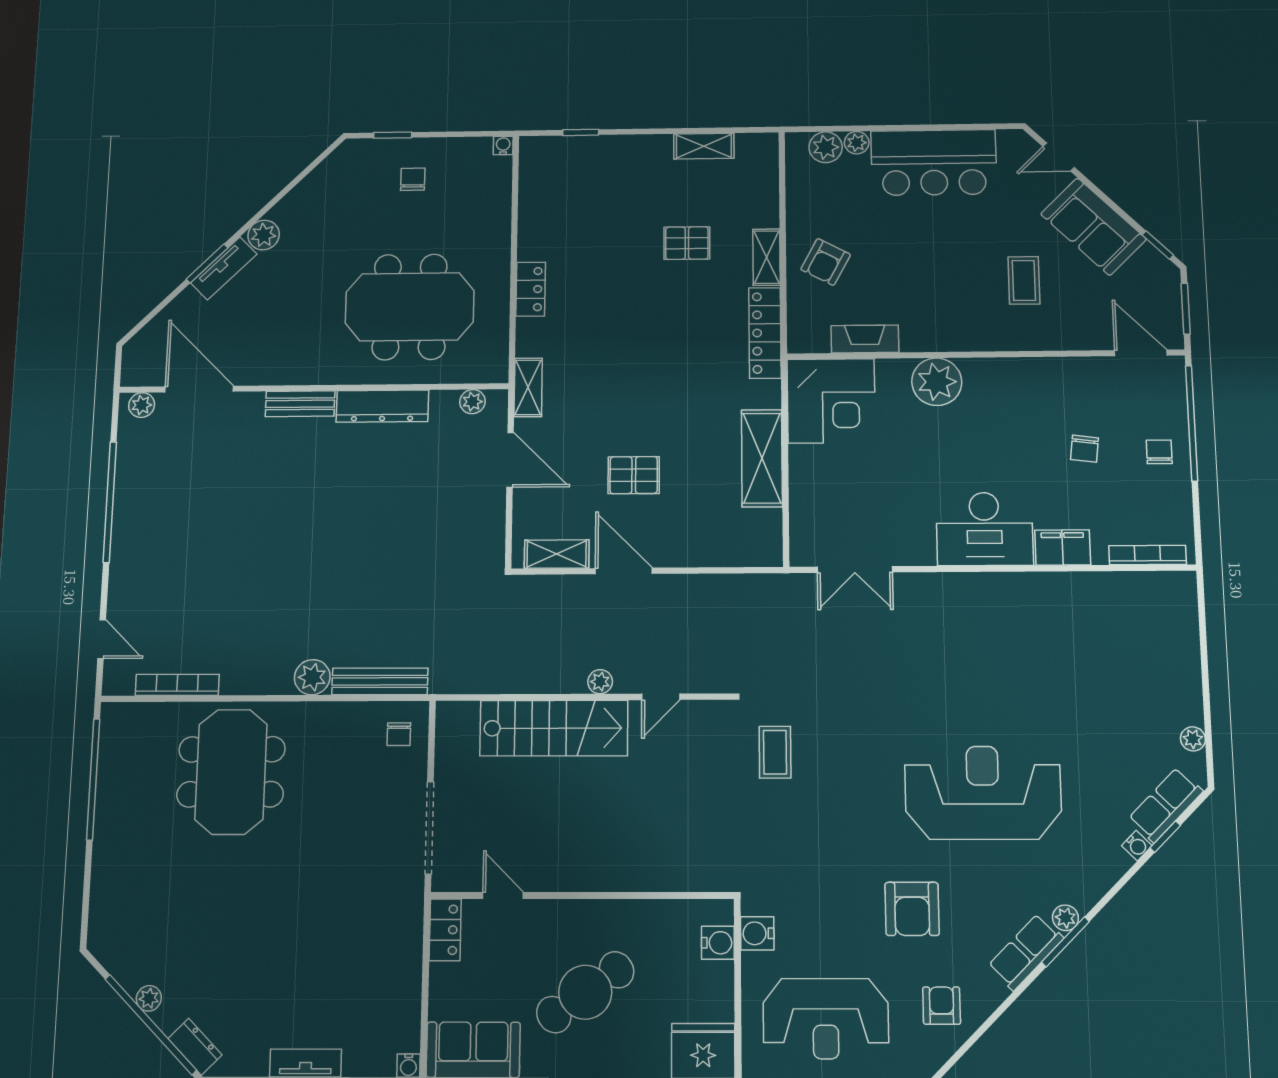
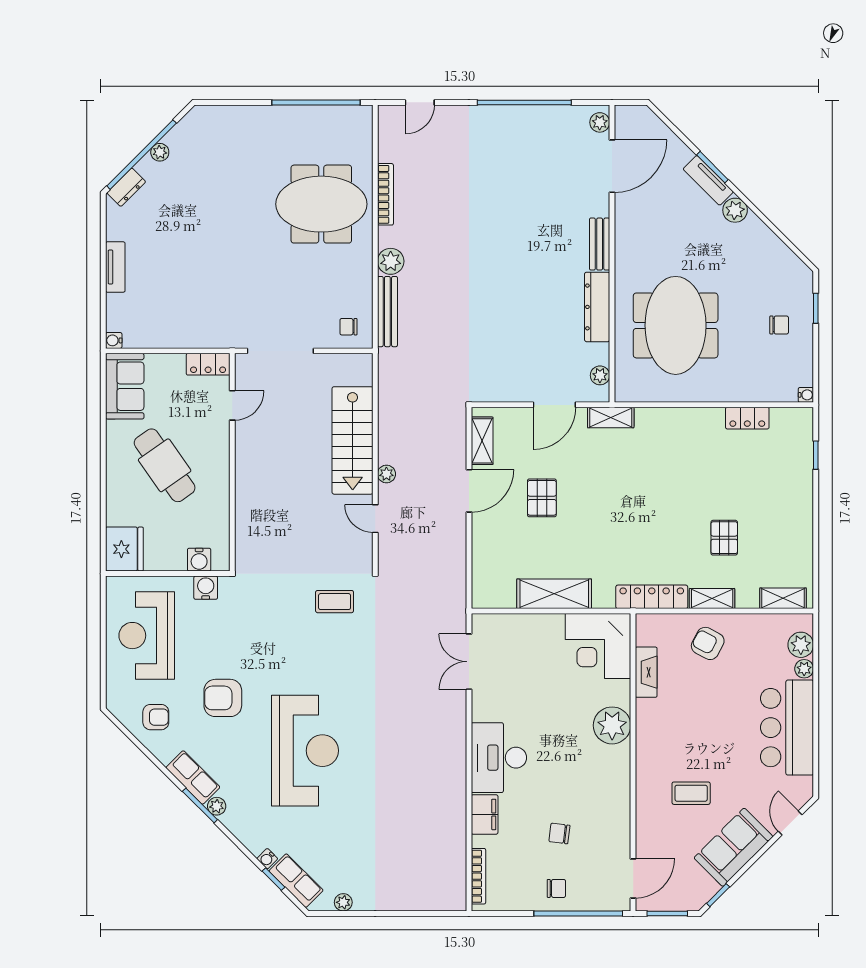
shelving: (704, 146) -> (783, 598), moved, turned 90
locker: (531, 289) -> (747, 418), moved
bookcase: (177, 685) -> (385, 194), moved

